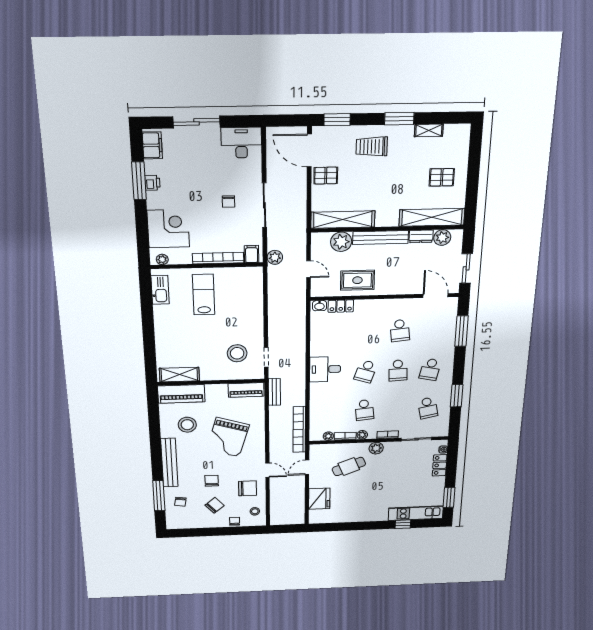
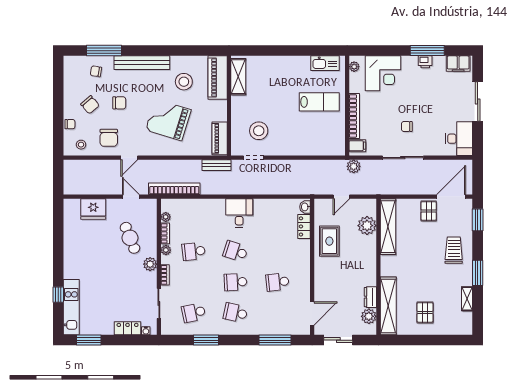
bench: (381, 238) -> (370, 261), removed

